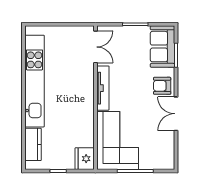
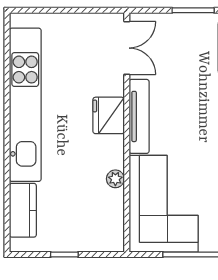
plant: (89, 126) -> (115, 179), added
fridge: (85, 159) -> (109, 115), moved

